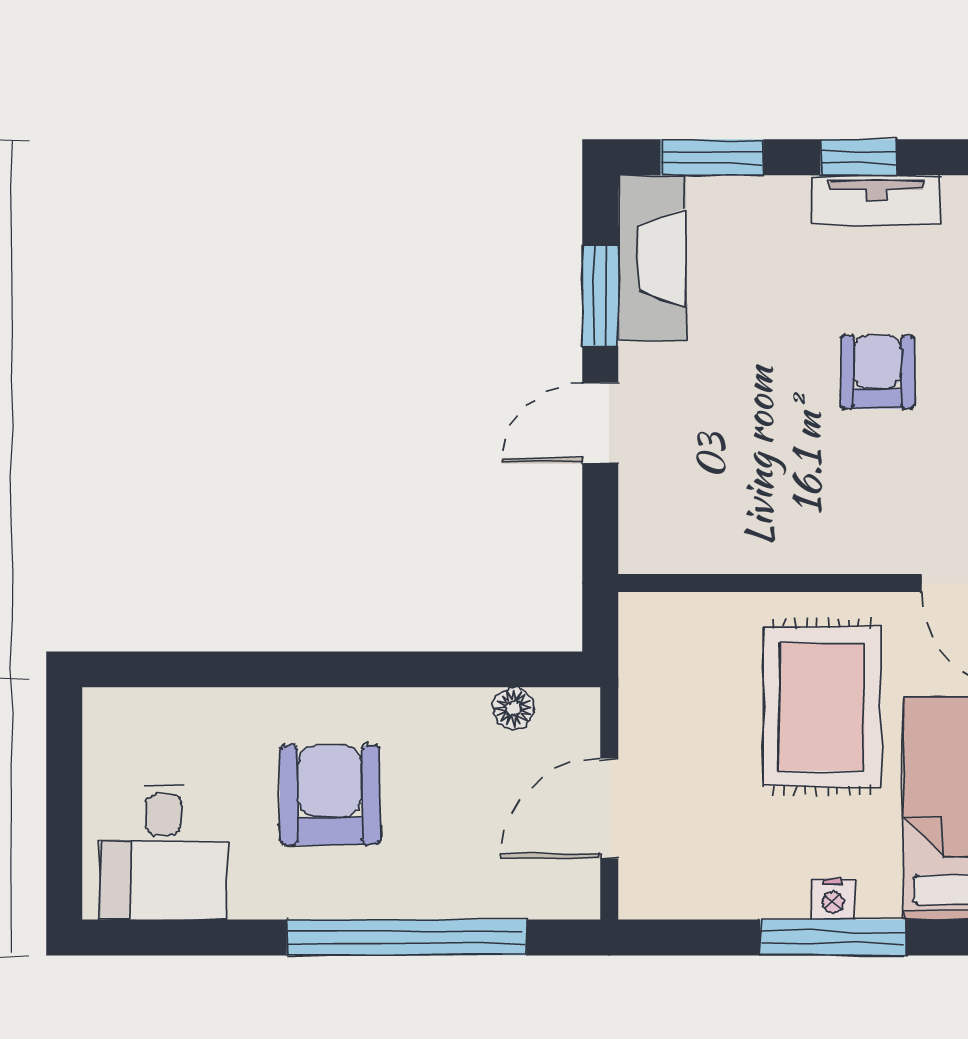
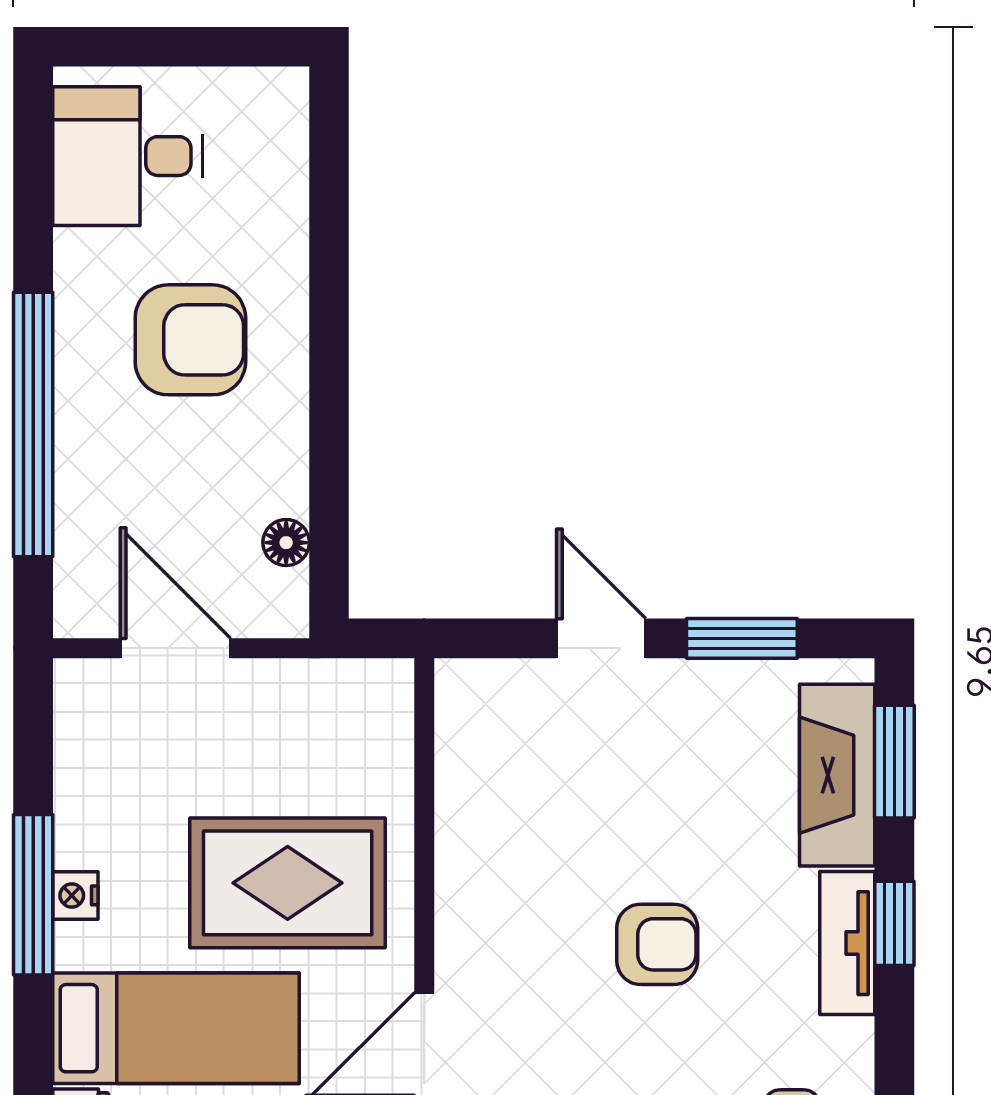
fireplace: (652, 258) -> (837, 775), moved, turned 90

